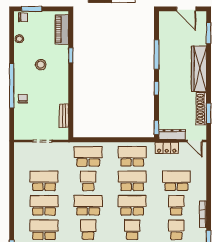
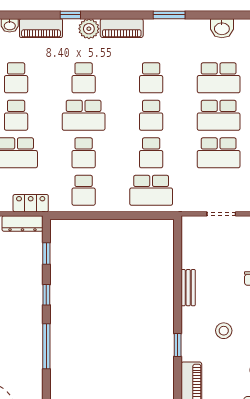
bench: (64, 116) -> (188, 288), moved
window: (157, 127) -> (46, 254), moved
school desk: (132, 156) -> (84, 190), width x0.54
school desk: (132, 181) -> (84, 153), width x0.54
school desk: (88, 205) -> (151, 115), width x0.54

